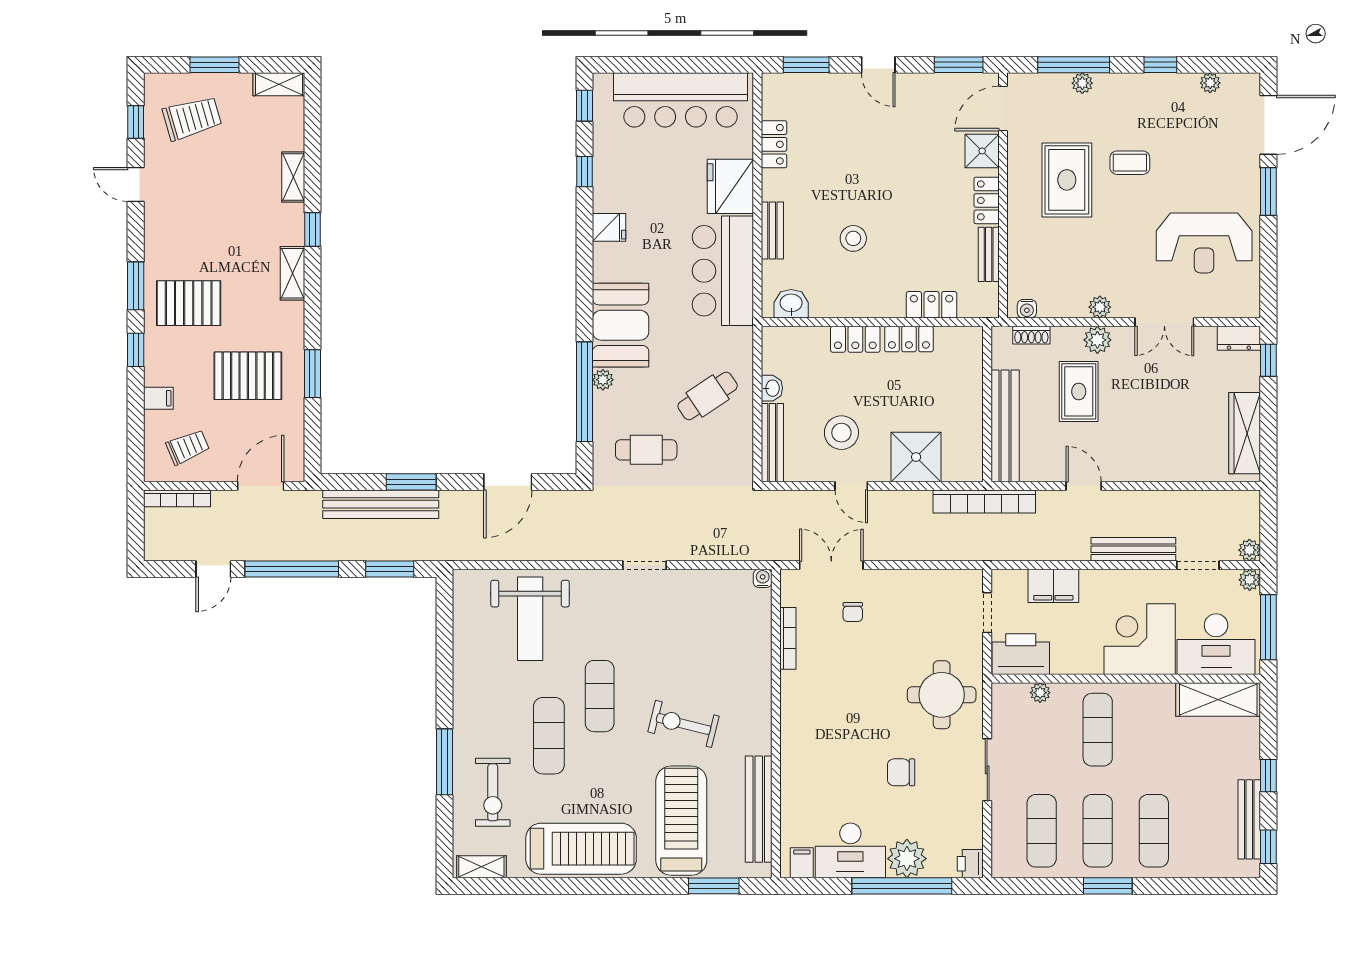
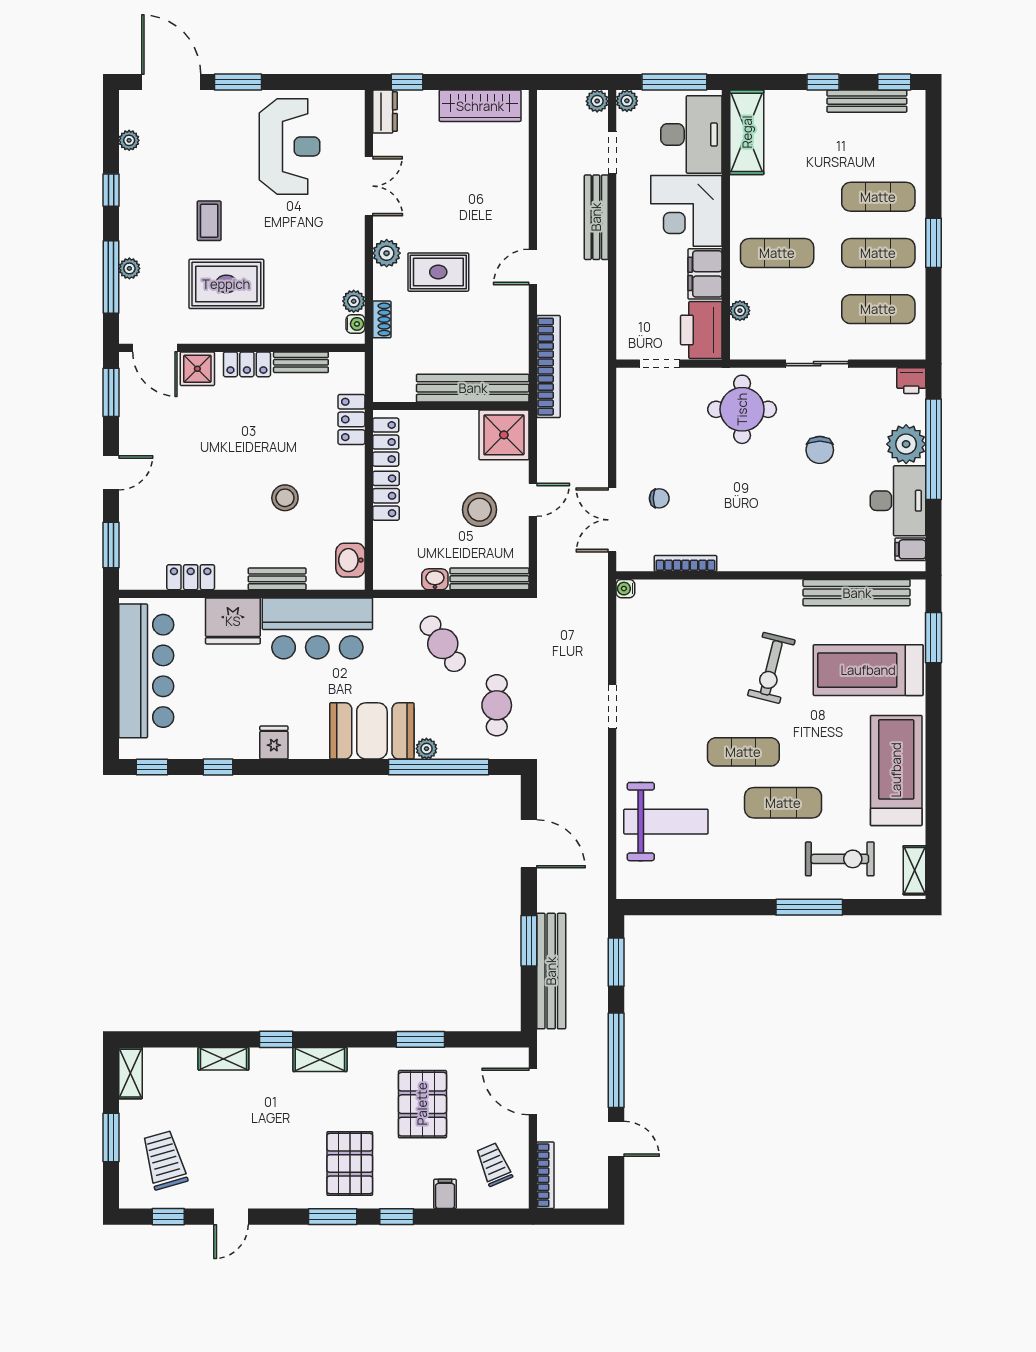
plant: (1100, 307) -> (354, 301), moved
wall: (987, 404) -> (451, 406), moved
bench: (1005, 426) -> (473, 388), moved
filing cabinet: (1053, 586) -> (705, 274), moved, turned 180

